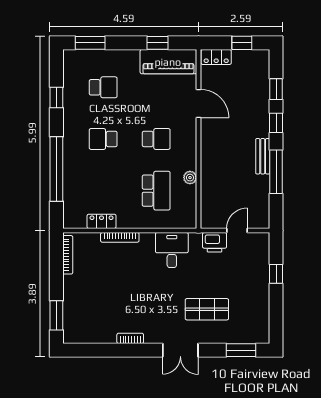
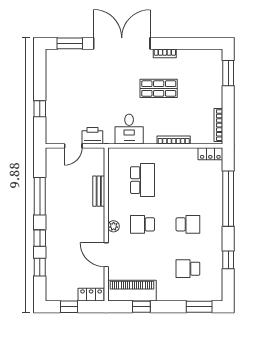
bench: (263, 156) -> (99, 191), moved
plant: (190, 178) -> (114, 226), moved
school desk: (156, 191) -> (143, 180), turned 180
locker: (102, 221) -> (210, 154), moved
shop shelf: (207, 309) -> (159, 88), moved
double door: (180, 350) -> (122, 43), width x1.87

